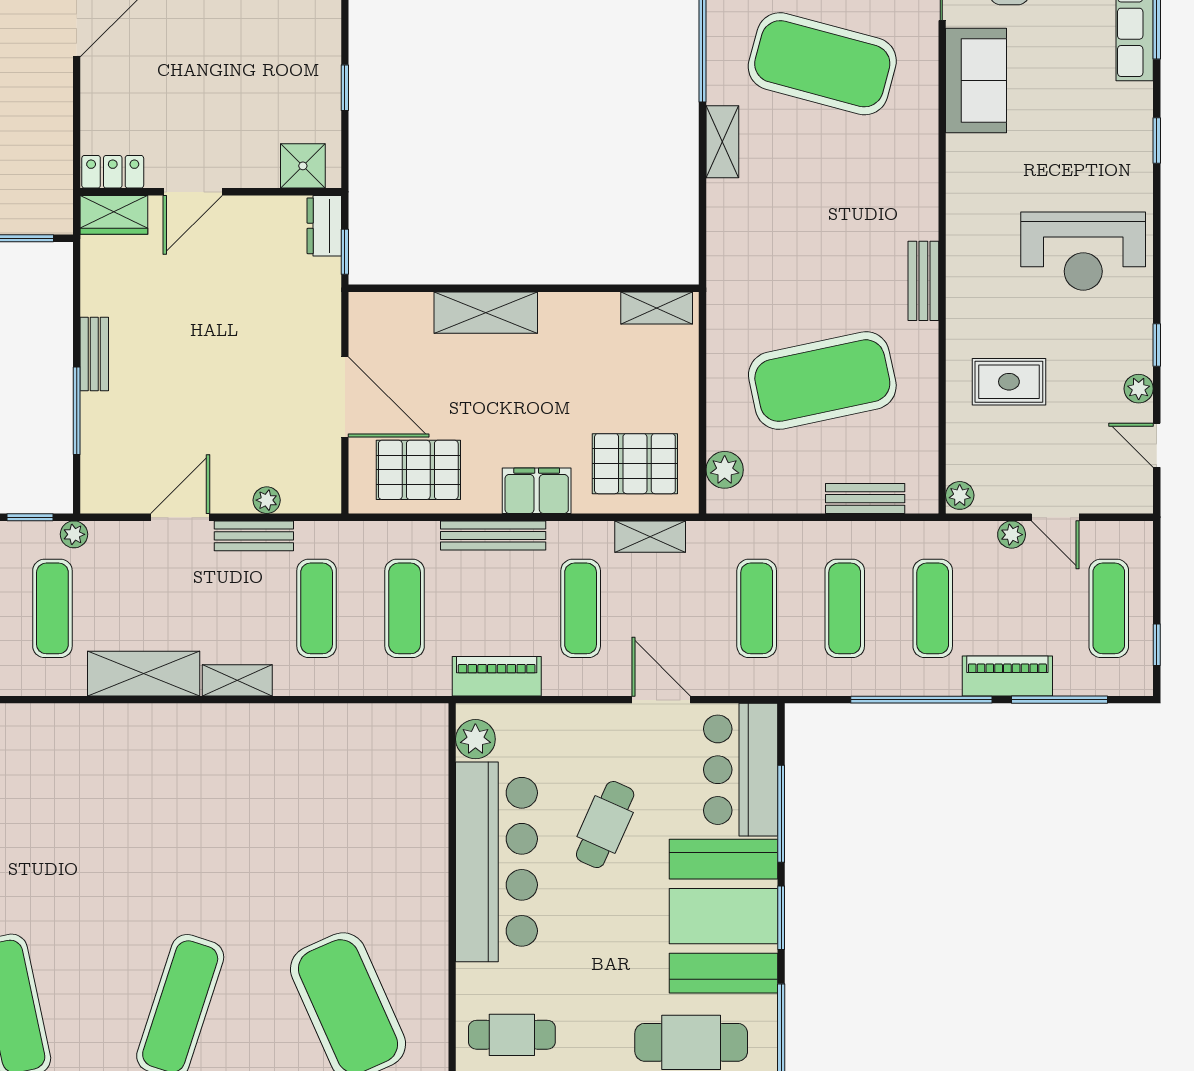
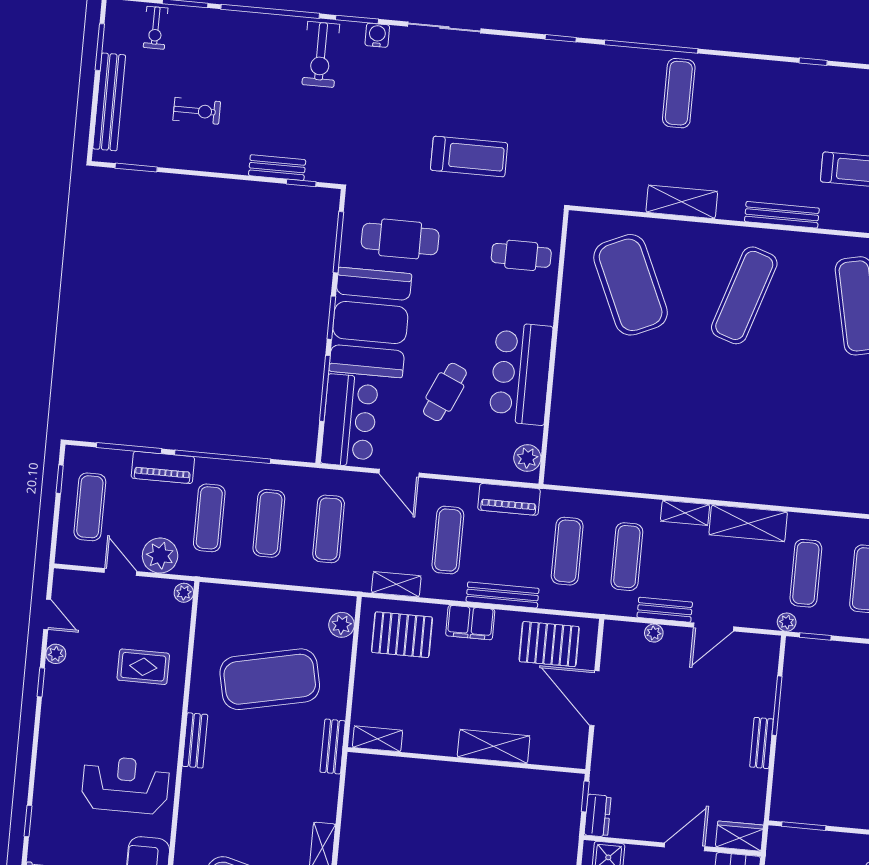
reception desk: (1083, 251) -> (125, 785), moved
bench: (865, 499) -> (333, 747), moved, turned 90
plant: (1012, 535) -> (160, 556), width x1.87, depth x1.87
bar counter: (496, 862) -> (521, 374), width x0.73

